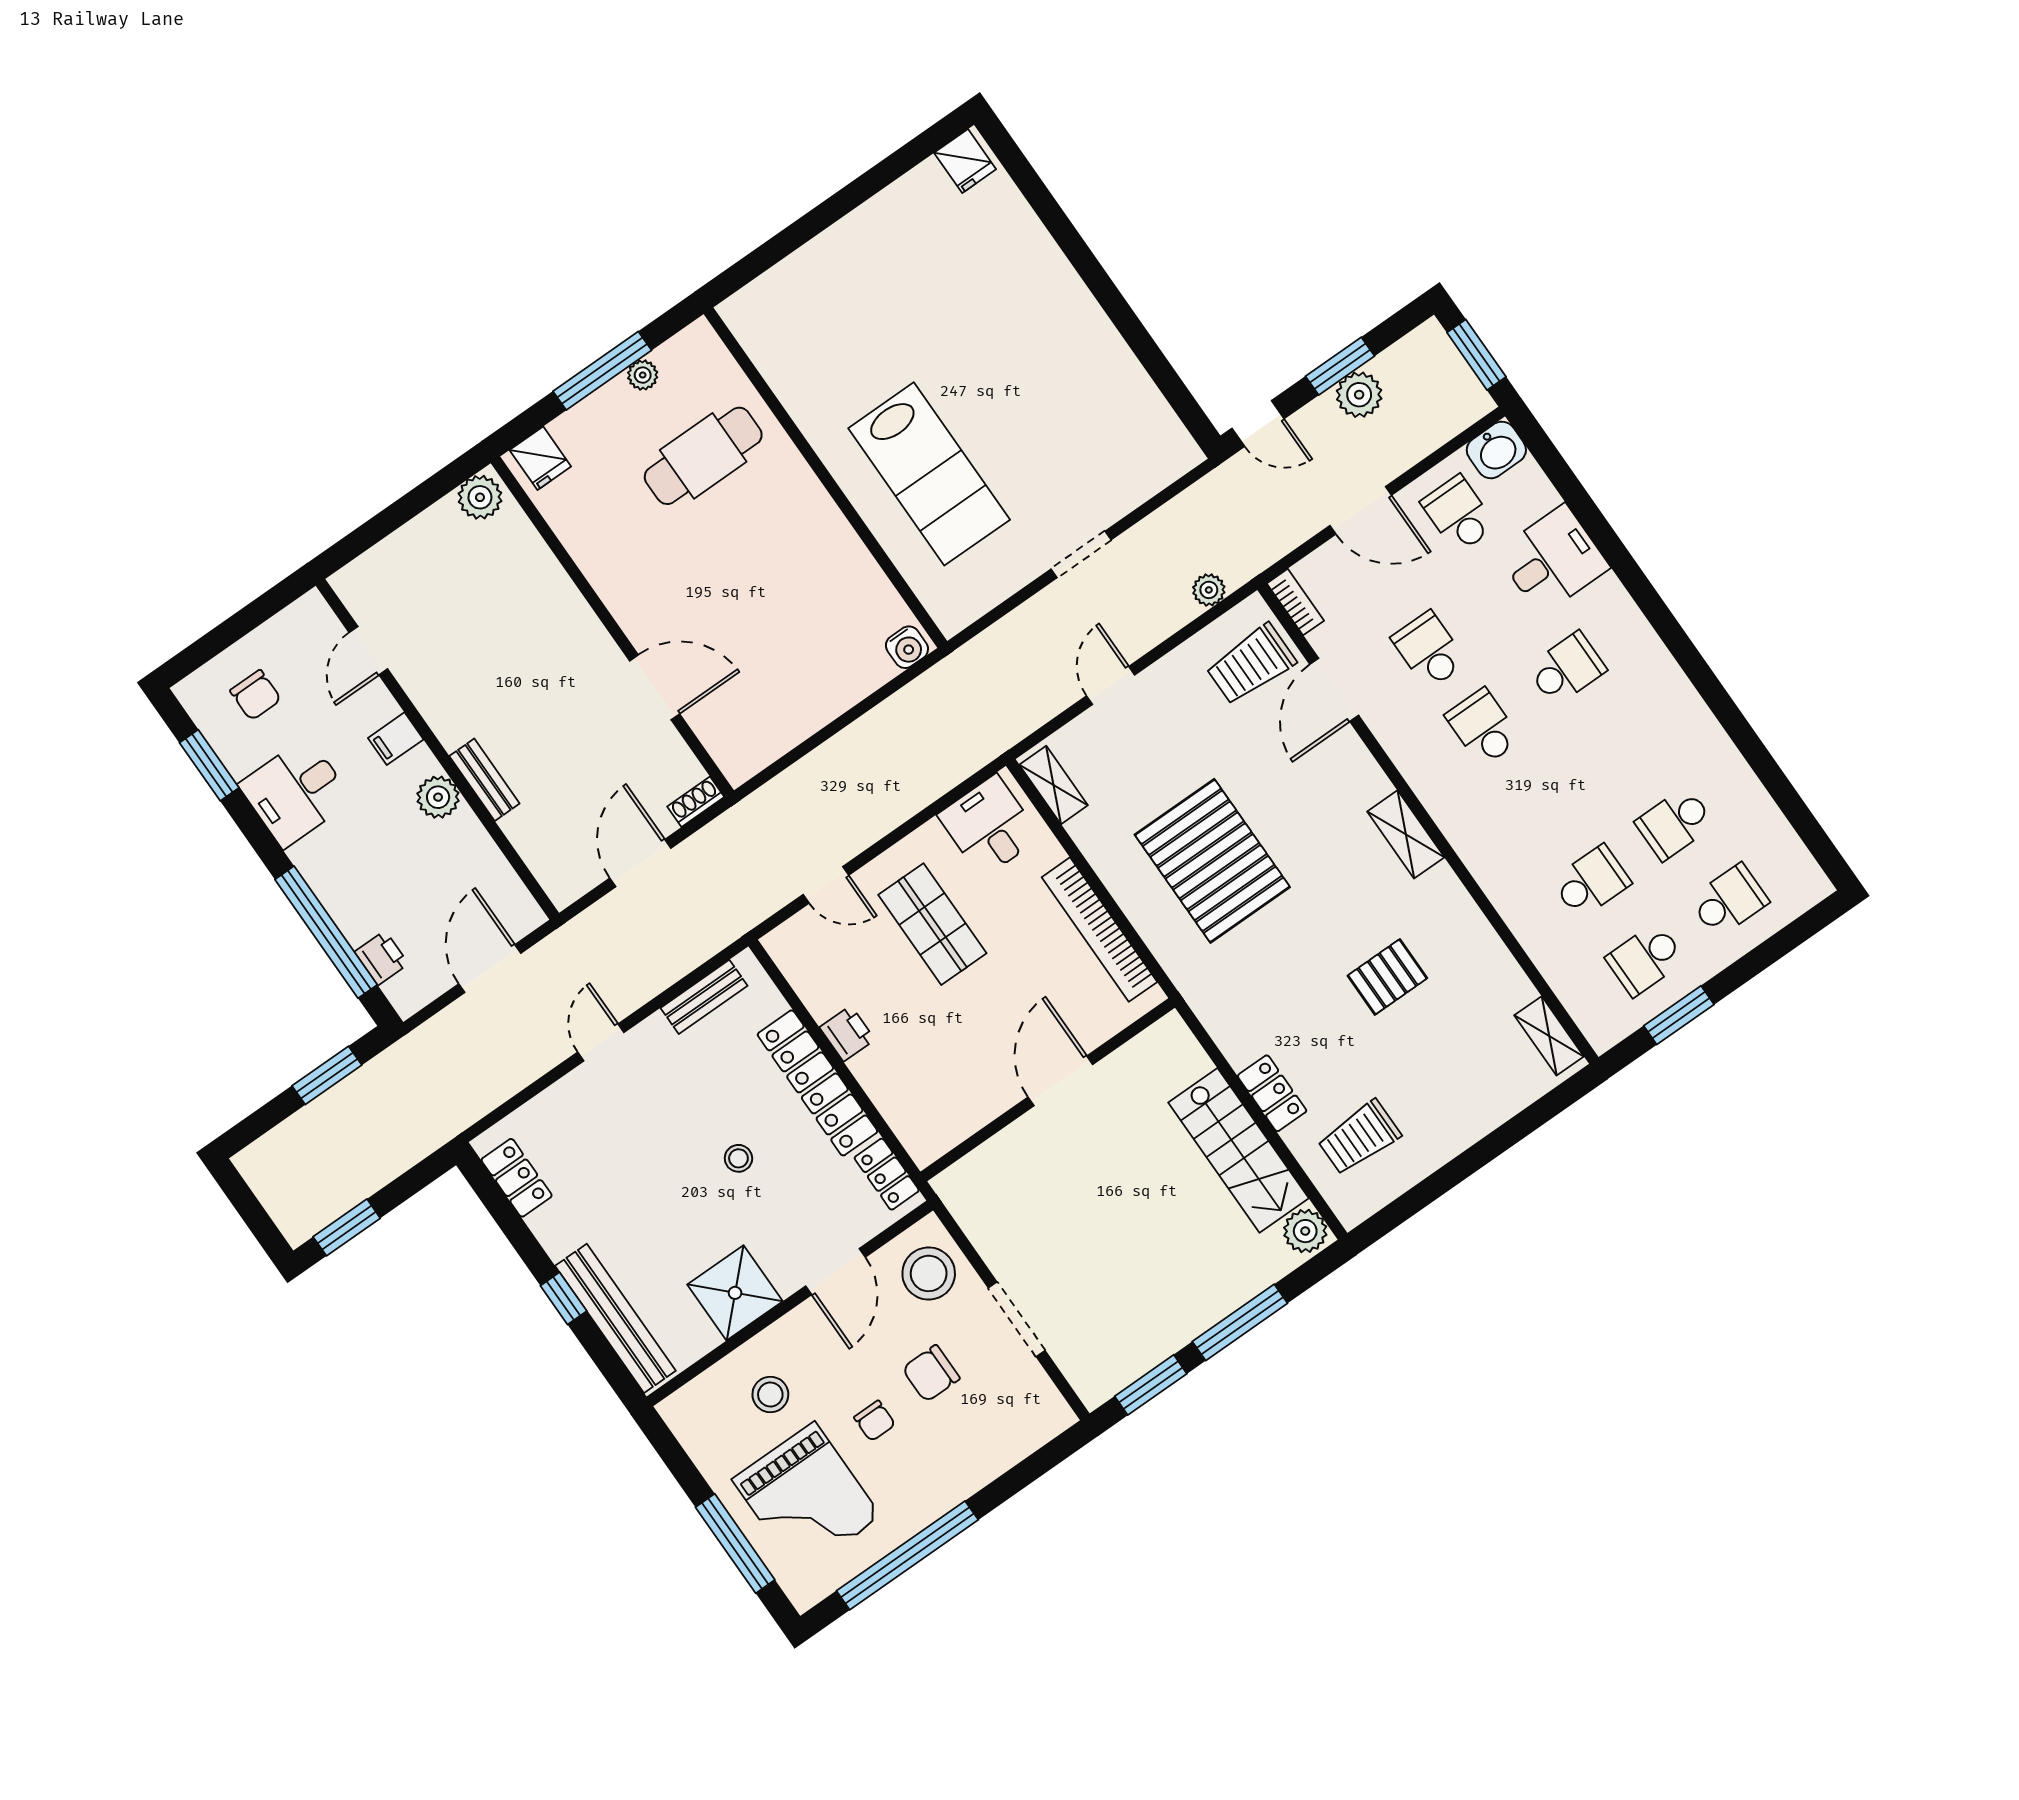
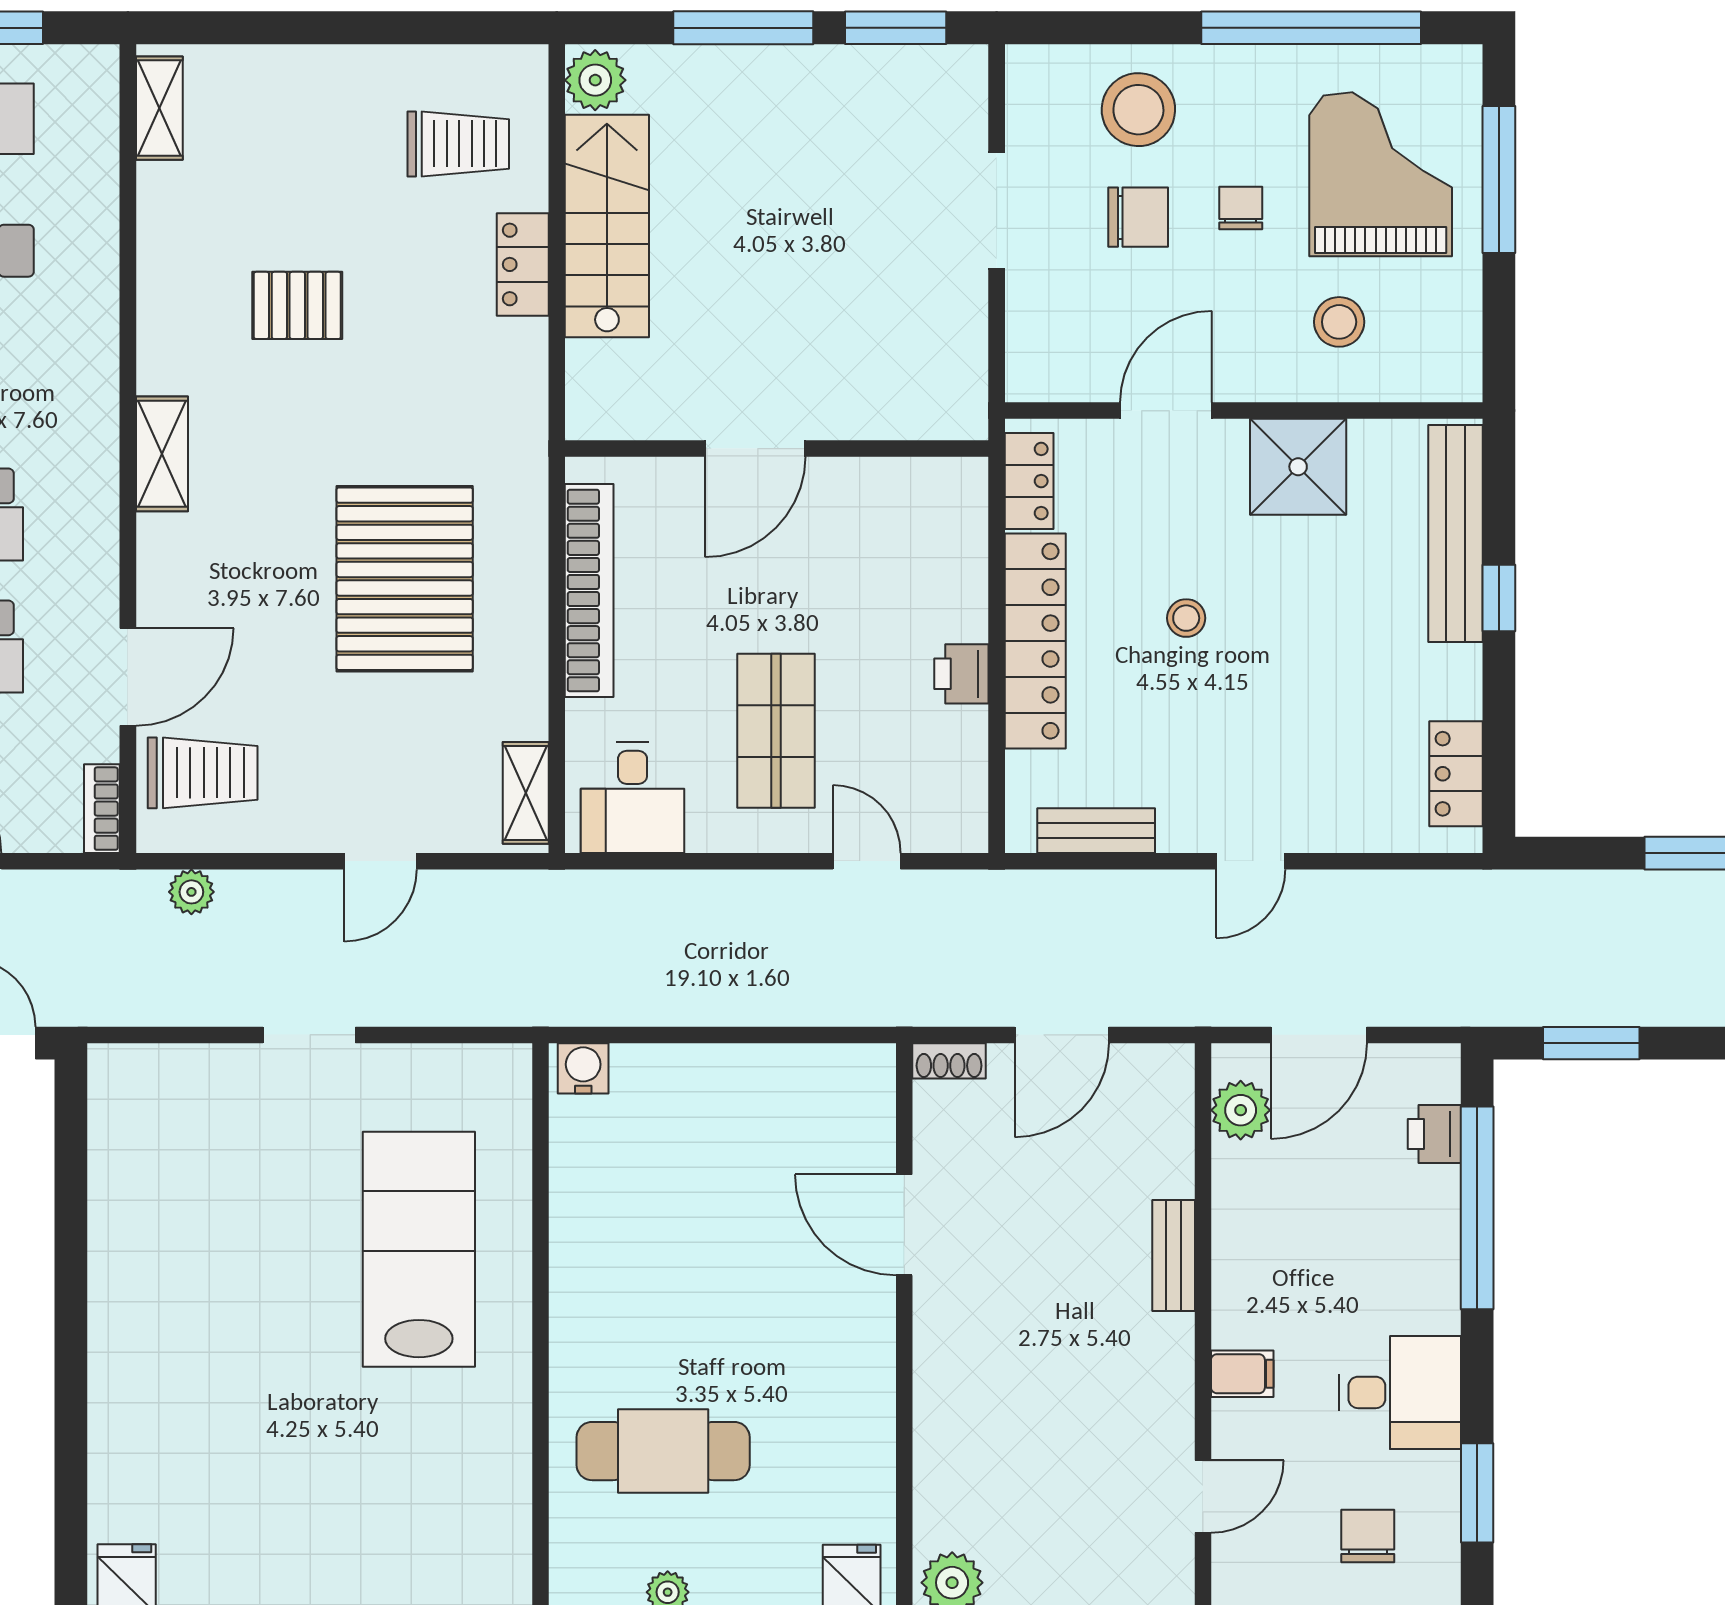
plant: (438, 797) -> (1241, 1110), moved
stool: (929, 1273) -> (1138, 110), moved

